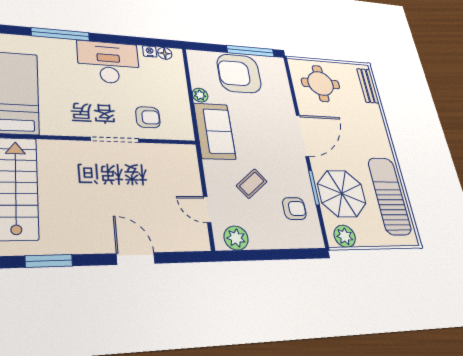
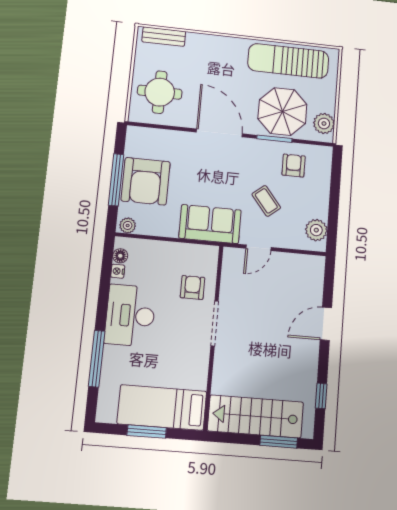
window: (251, 51) -> (116, 180), moved
plant: (200, 95) -> (128, 225), moved
door: (207, 210) -> (258, 248), moved
window: (49, 261) -> (321, 396), width x0.67

